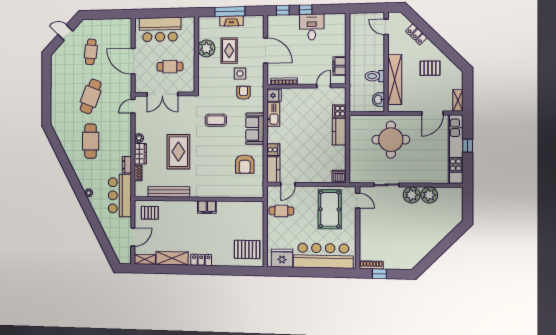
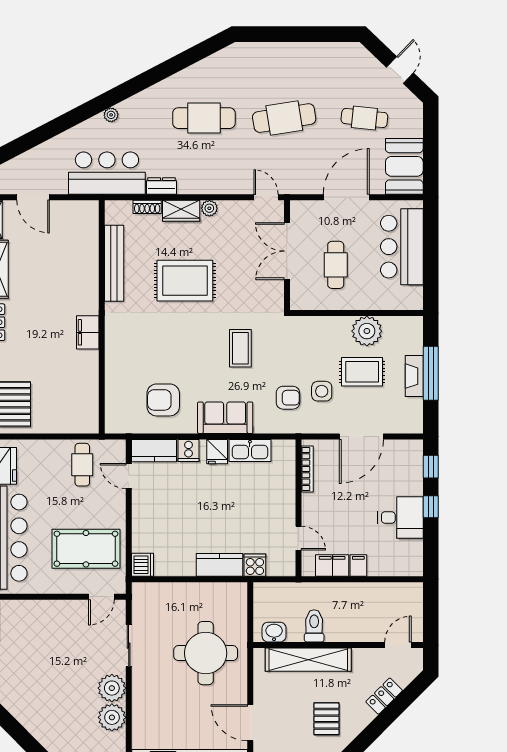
booth: (117, 29) -> (404, 166), added
filing cabinet: (339, 51) -> (358, 566), added
fridge: (274, 95) -> (217, 452), moved
cafe table: (91, 96) -> (284, 118), turned -30
pallet: (150, 213) -> (77, 228), removed

